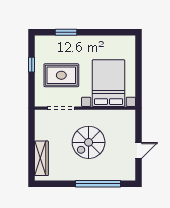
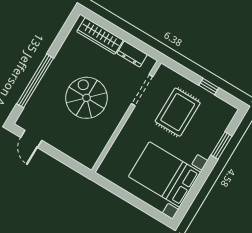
bed with nightstands: (109, 83) -> (165, 174), moved, turned 180
dresser: (41, 129) -> (132, 54), added
door: (139, 150) -> (31, 139), moved

